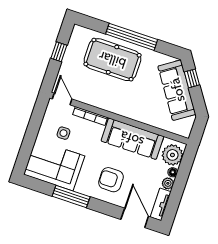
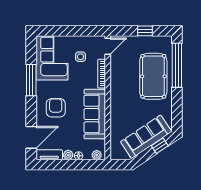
window: (132, 37) -> (177, 65), moved
plant: (172, 155) -> (97, 155), width x0.53, depth x0.53

